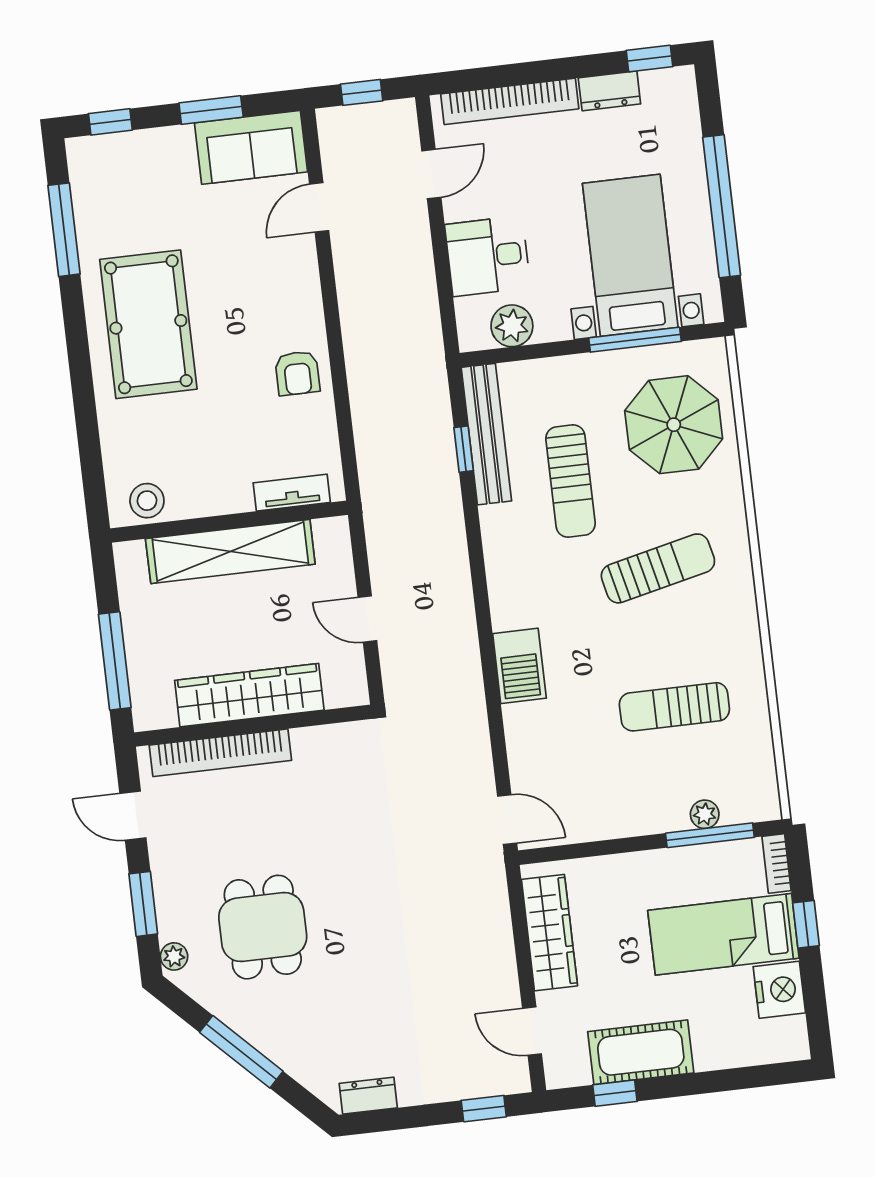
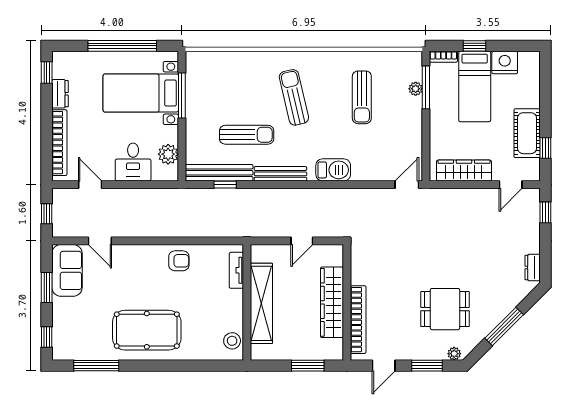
parasol: (674, 425) -> (225, 82), removed
bench: (499, 559) -> (280, 174), added
window: (115, 661) -> (308, 366), width x0.69

